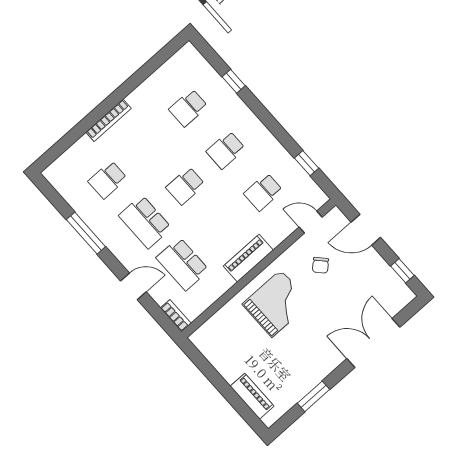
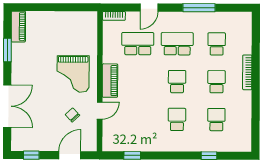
school desk: (263, 192) -> (217, 82), moved
door: (311, 222) -> (100, 111), moved
piano: (252, 396) -> (18, 27), moved, turned -90

